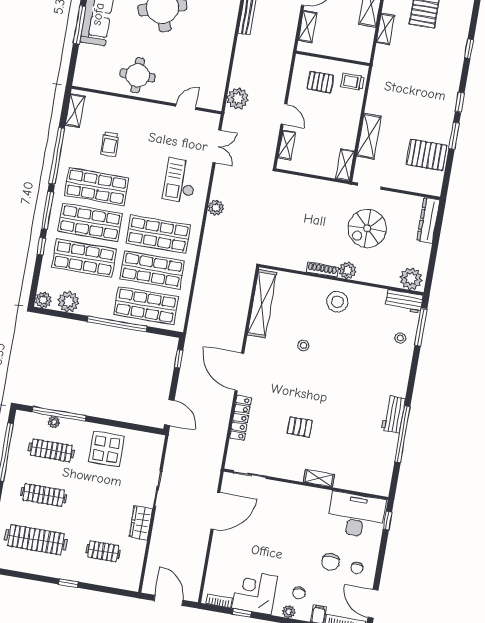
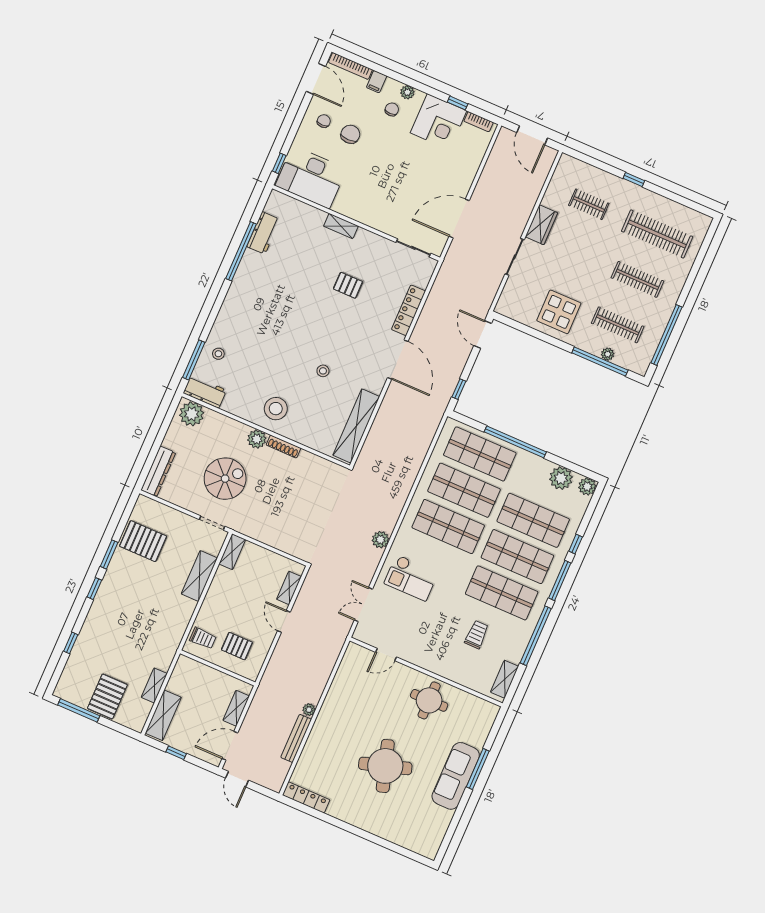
plant: (238, 98) -> (309, 710), moved, width x0.53, depth x0.53
checkout: (180, 181) -> (411, 578), turned 90
workbench: (393, 414) -> (263, 233), moved

